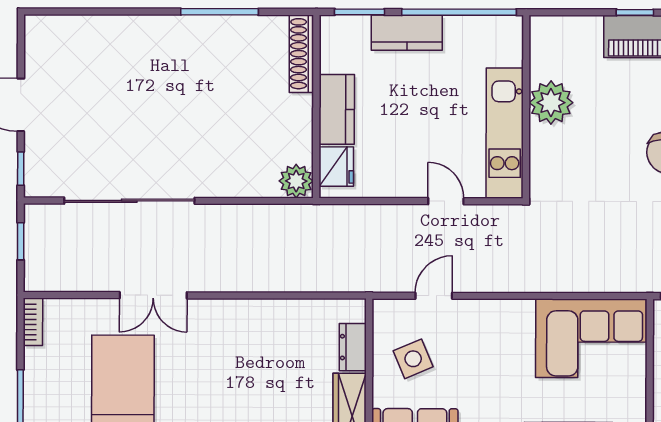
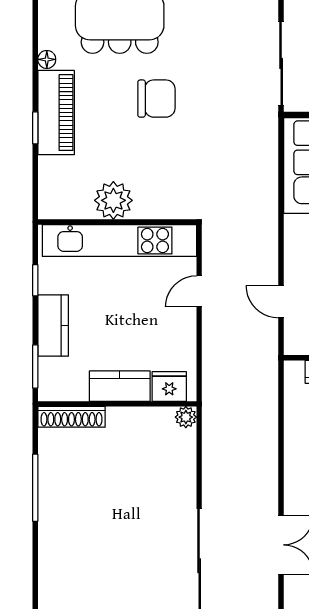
window: (459, 12) -> (35, 280), width x0.32
kitchen unit: (505, 133) -> (119, 241), width x1.36
plant: (296, 181) -> (186, 417), width x0.73, depth x0.73

